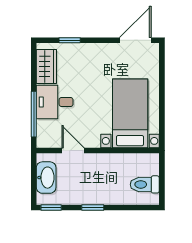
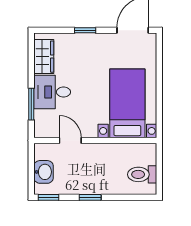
window: (70, 40) -> (85, 30), moved
window: (34, 114) -> (31, 104), width x0.69
washbasin: (46, 178) -> (44, 172), width x0.72

